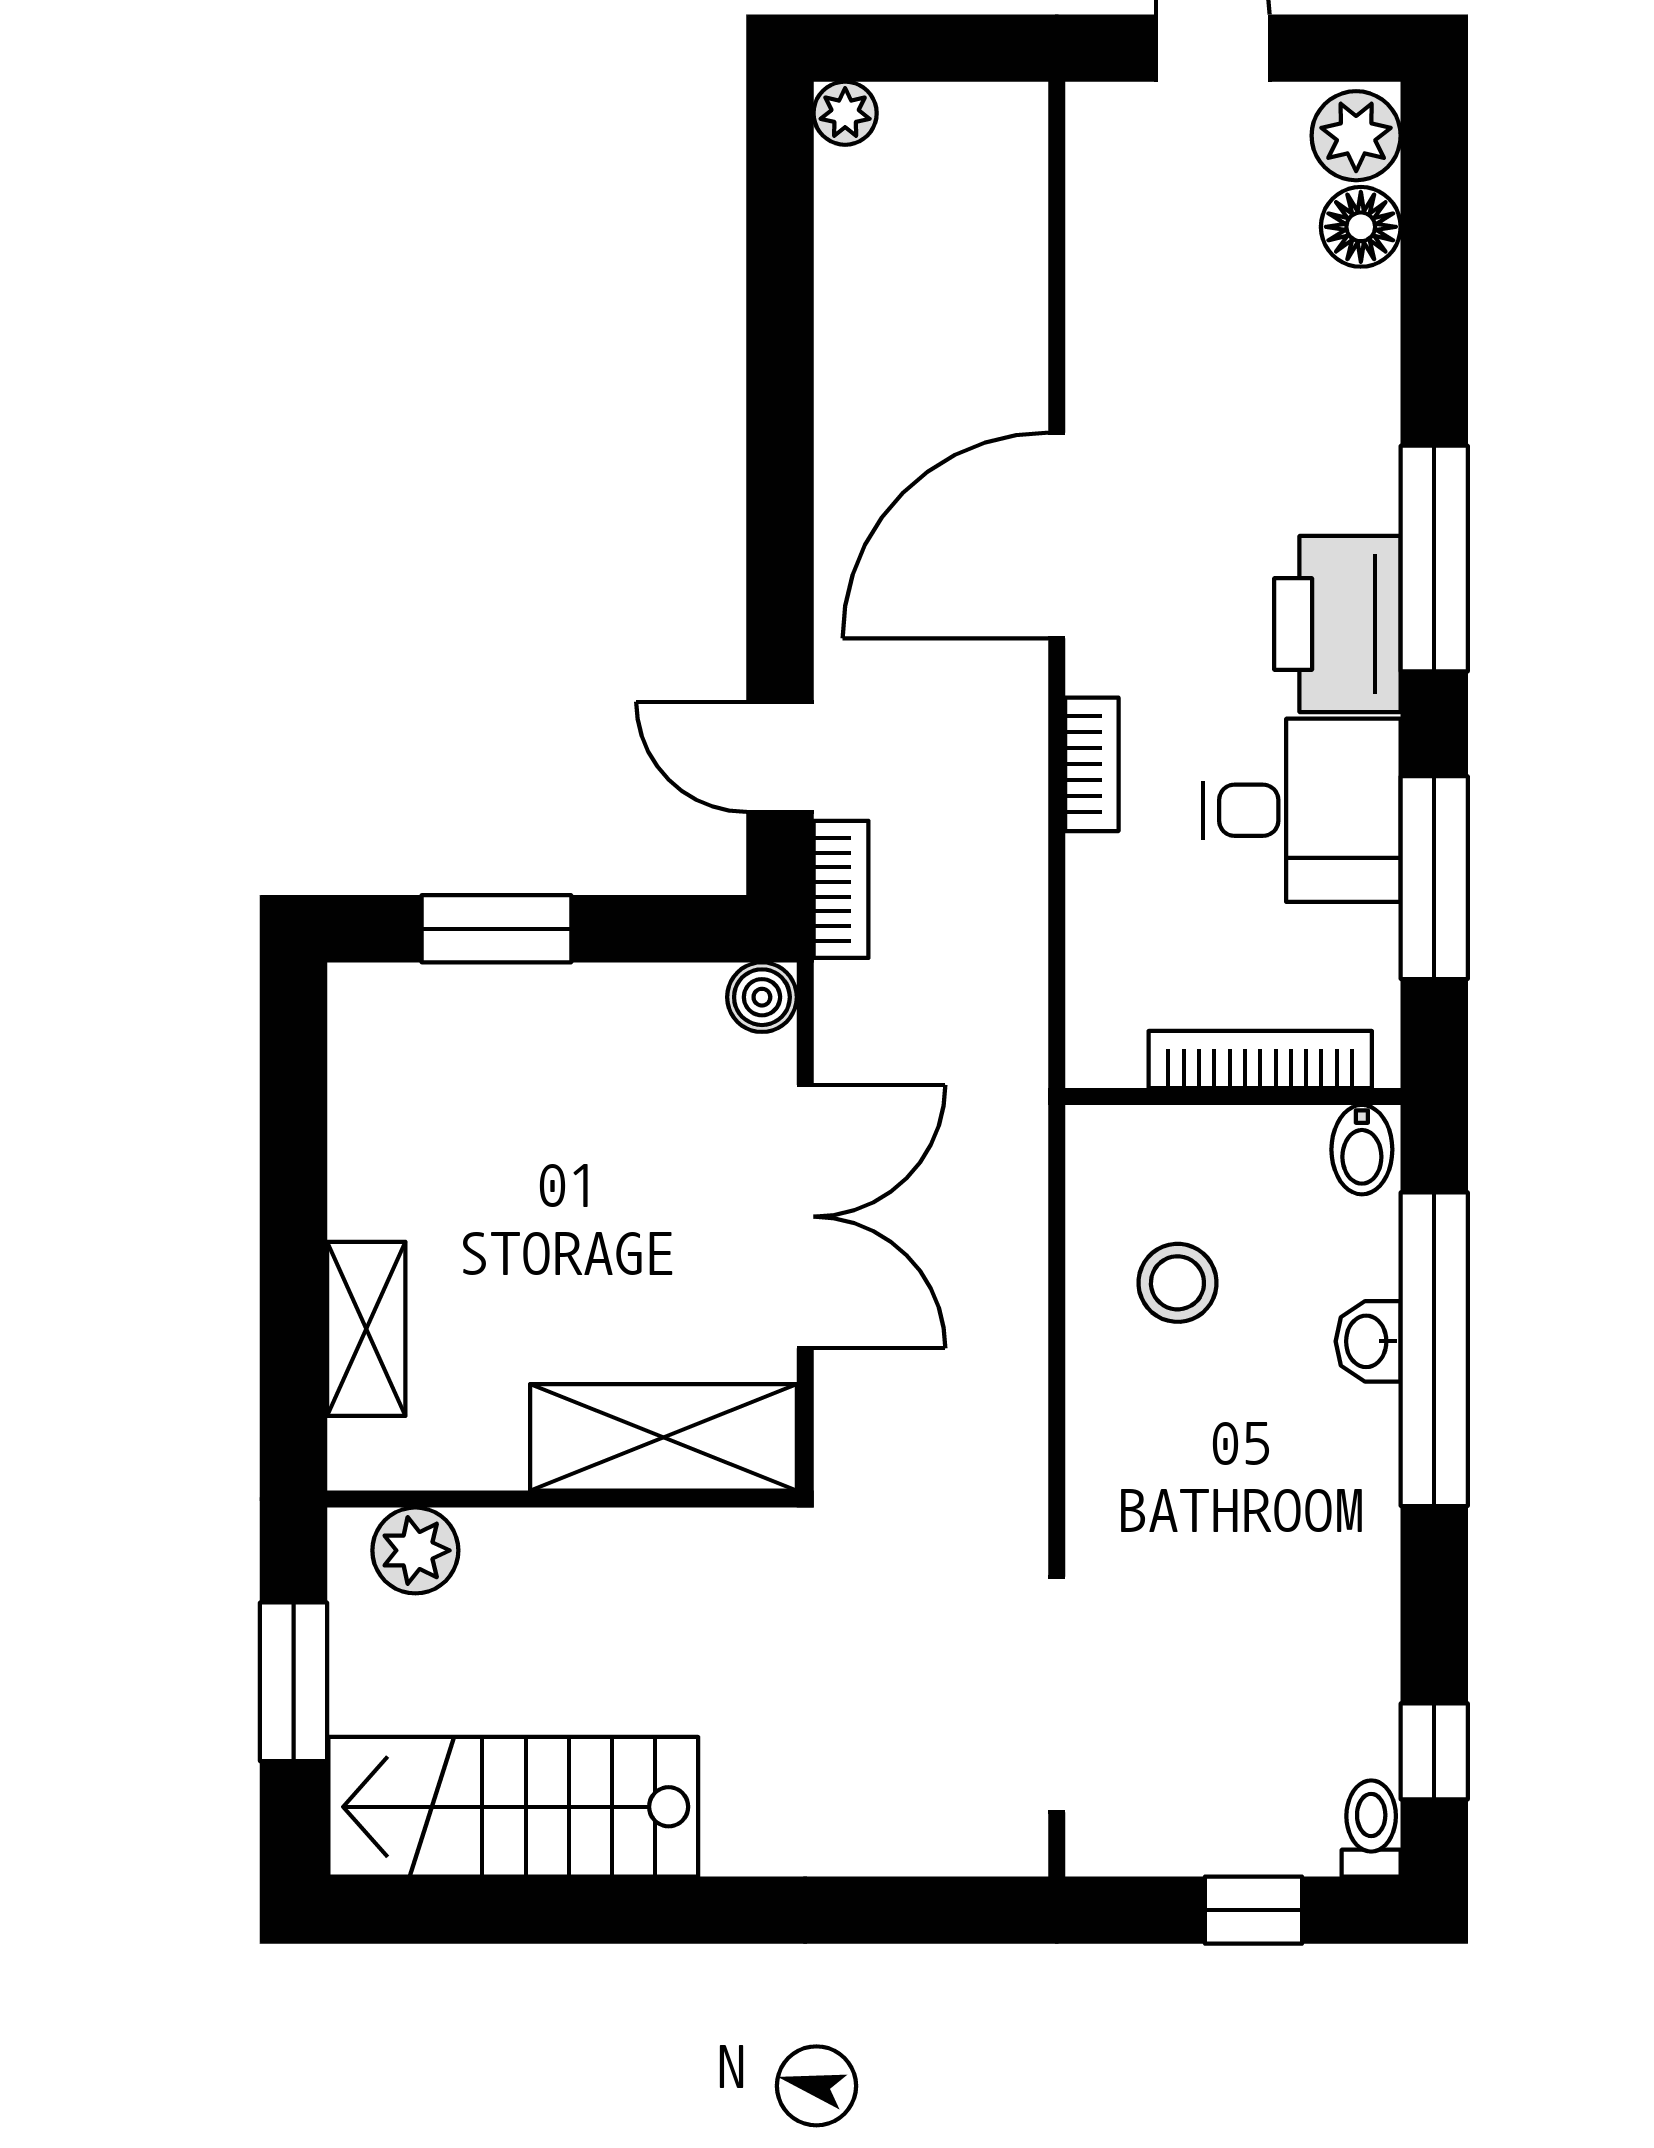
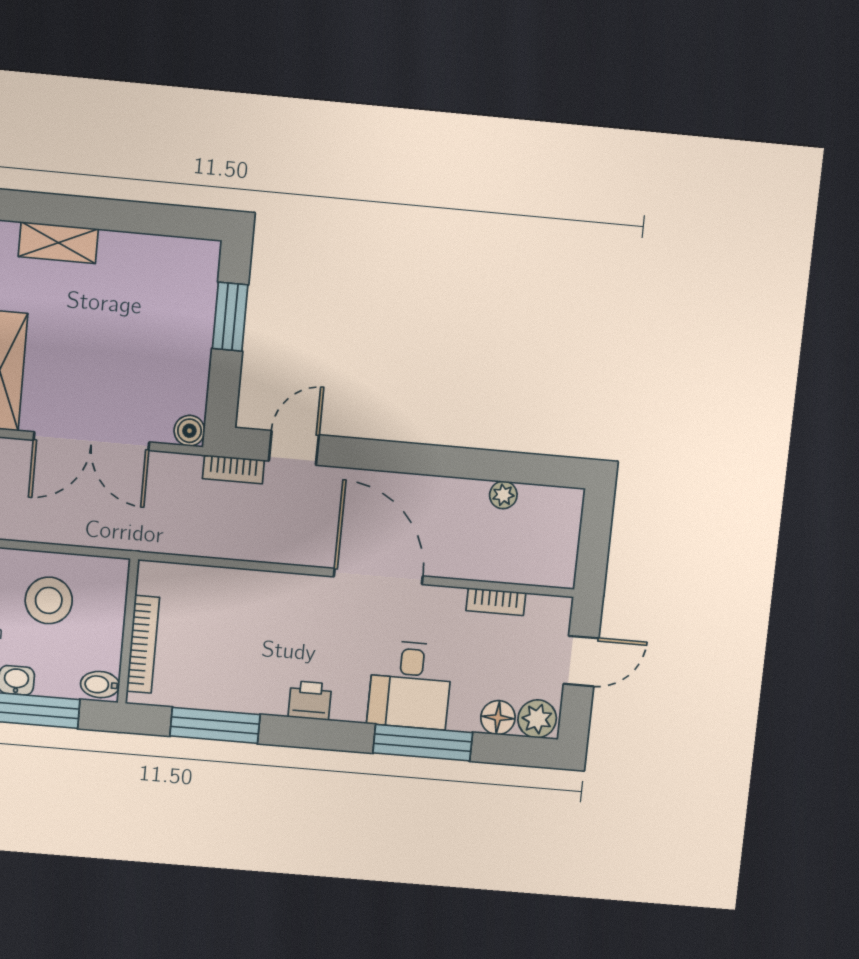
plant: (845, 113) -> (503, 495), moved
window: (1434, 559) -> (423, 743), moved
printer: (1337, 624) -> (310, 701), width x0.53, depth x0.68
bookcase: (1092, 764) -> (496, 602), moved
desk: (1302, 810) -> (410, 685), moved
stool: (1177, 1283) -> (49, 600), width x1.38, depth x1.38

